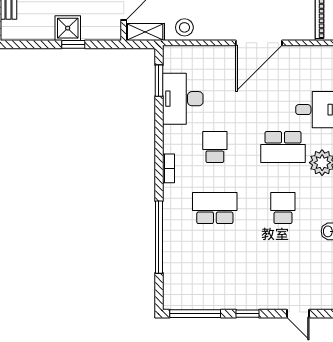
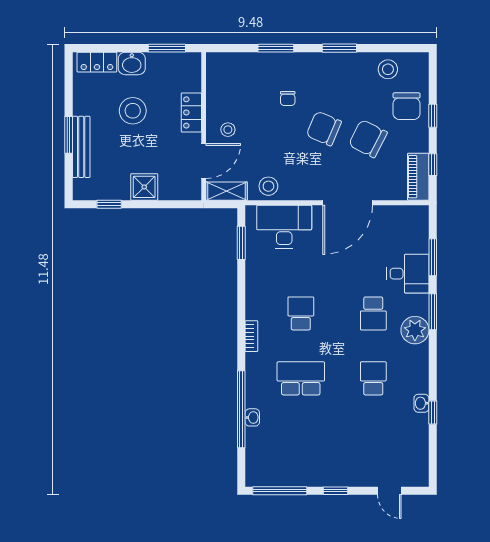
window: (73, 44) -> (109, 204), moved
desk: (183, 99) -> (284, 227), moved, turned 90
school desk: (283, 147) -> (373, 313), width x0.54
washbasin: (169, 245) -> (252, 417), added

